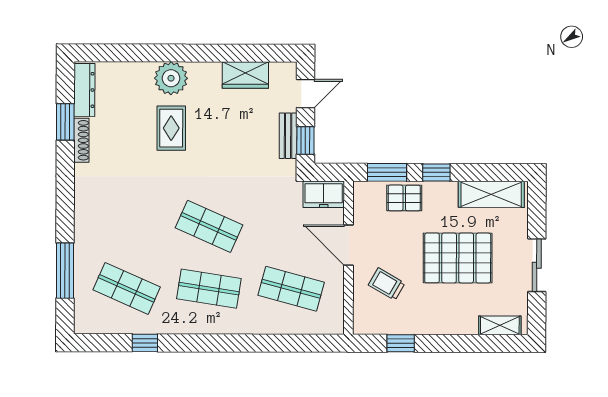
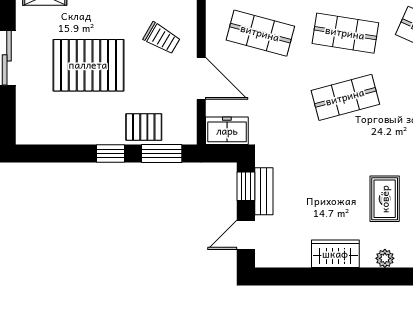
wardrobe: (245, 75) -> (335, 254), moved
plant: (171, 78) -> (385, 258), width x0.53, depth x0.53
shelving: (491, 194) -> (54, 131), removed
shop shelf: (209, 226) -> (345, 97), turned -39

